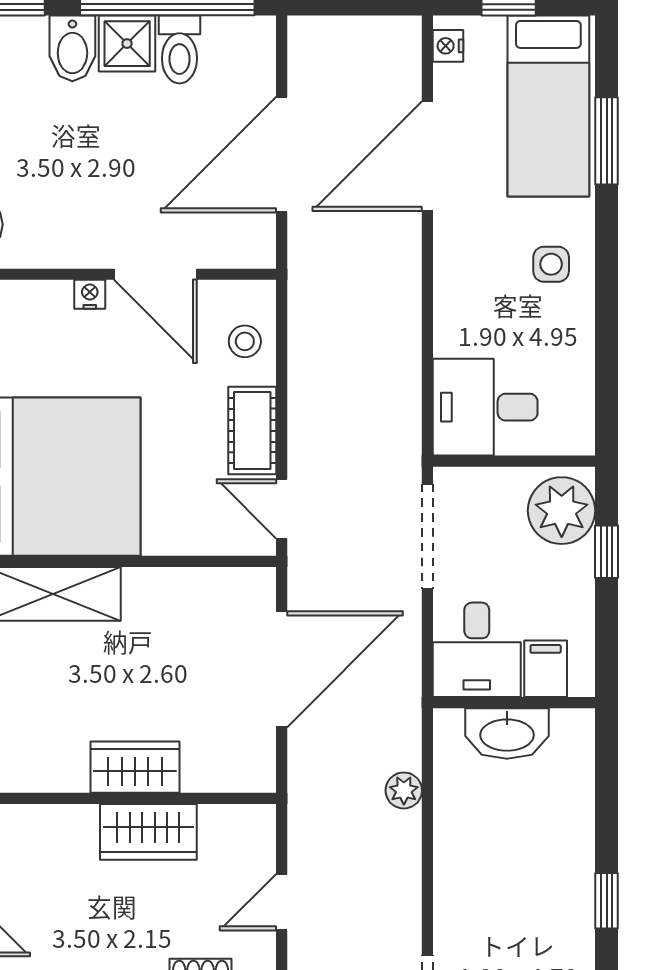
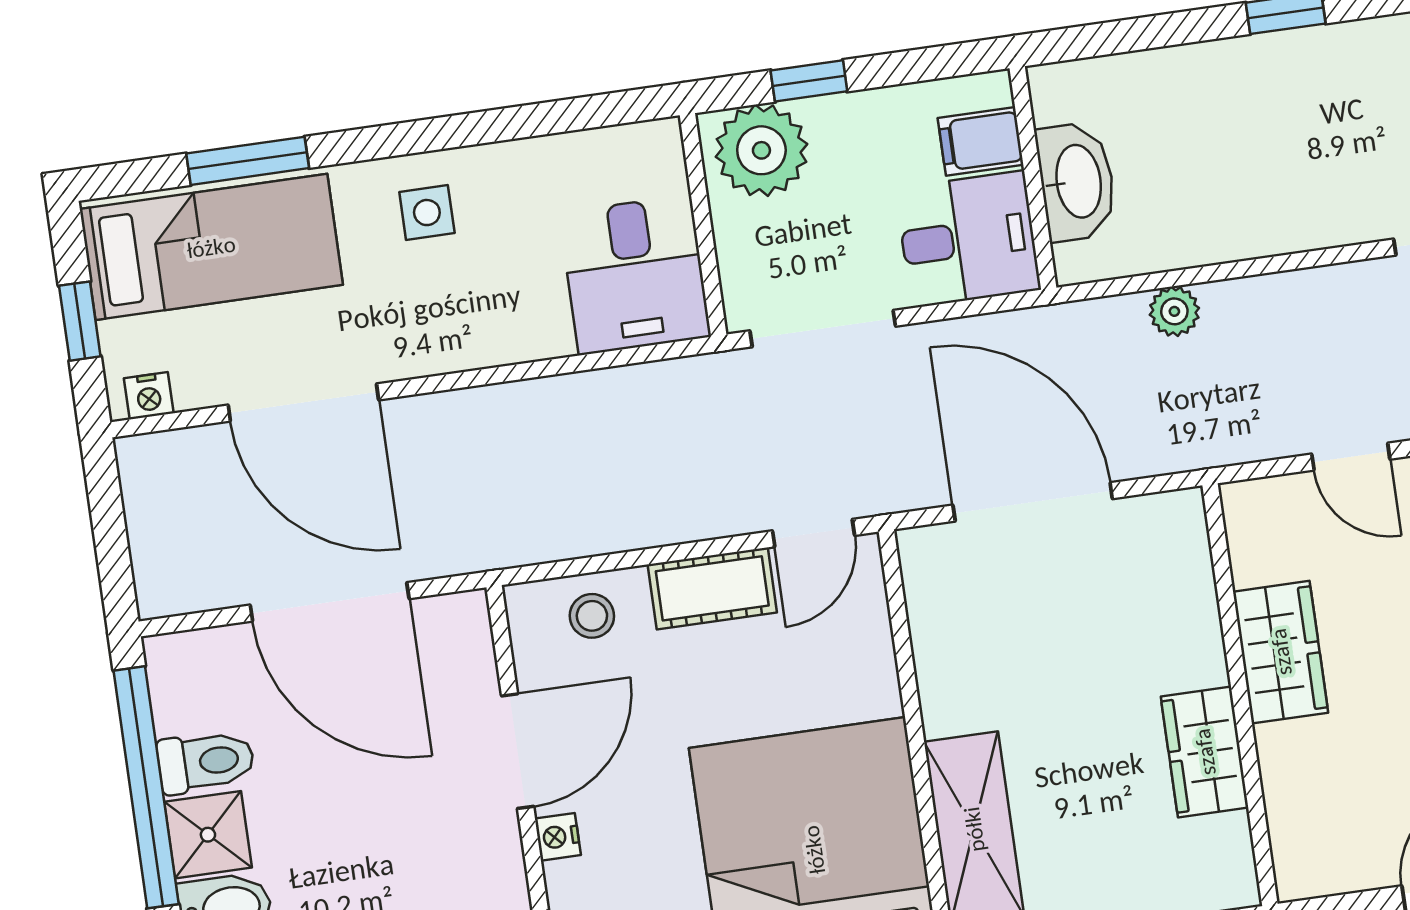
wardrobe: (135, 767) -> (1205, 752), moved

